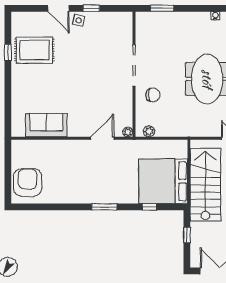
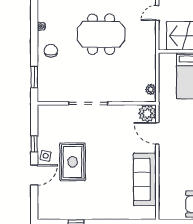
rug: (34, 50) -> (73, 162), moved
chair: (153, 95) -> (51, 51), moved
sofa: (46, 125) -> (145, 179), width x1.36
plant: (128, 132) -> (147, 113), width x1.88, depth x1.88

